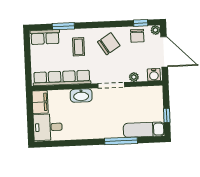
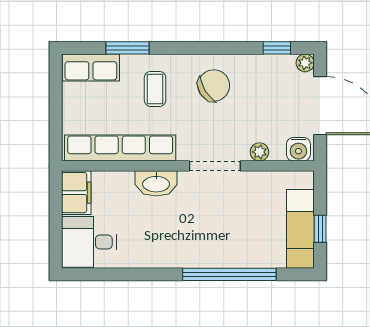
chair: (137, 36) -> (269, 72), removed
exam couch: (144, 130) -> (300, 229), moved, turned -90
window: (121, 141) -> (229, 274), width x1.46

